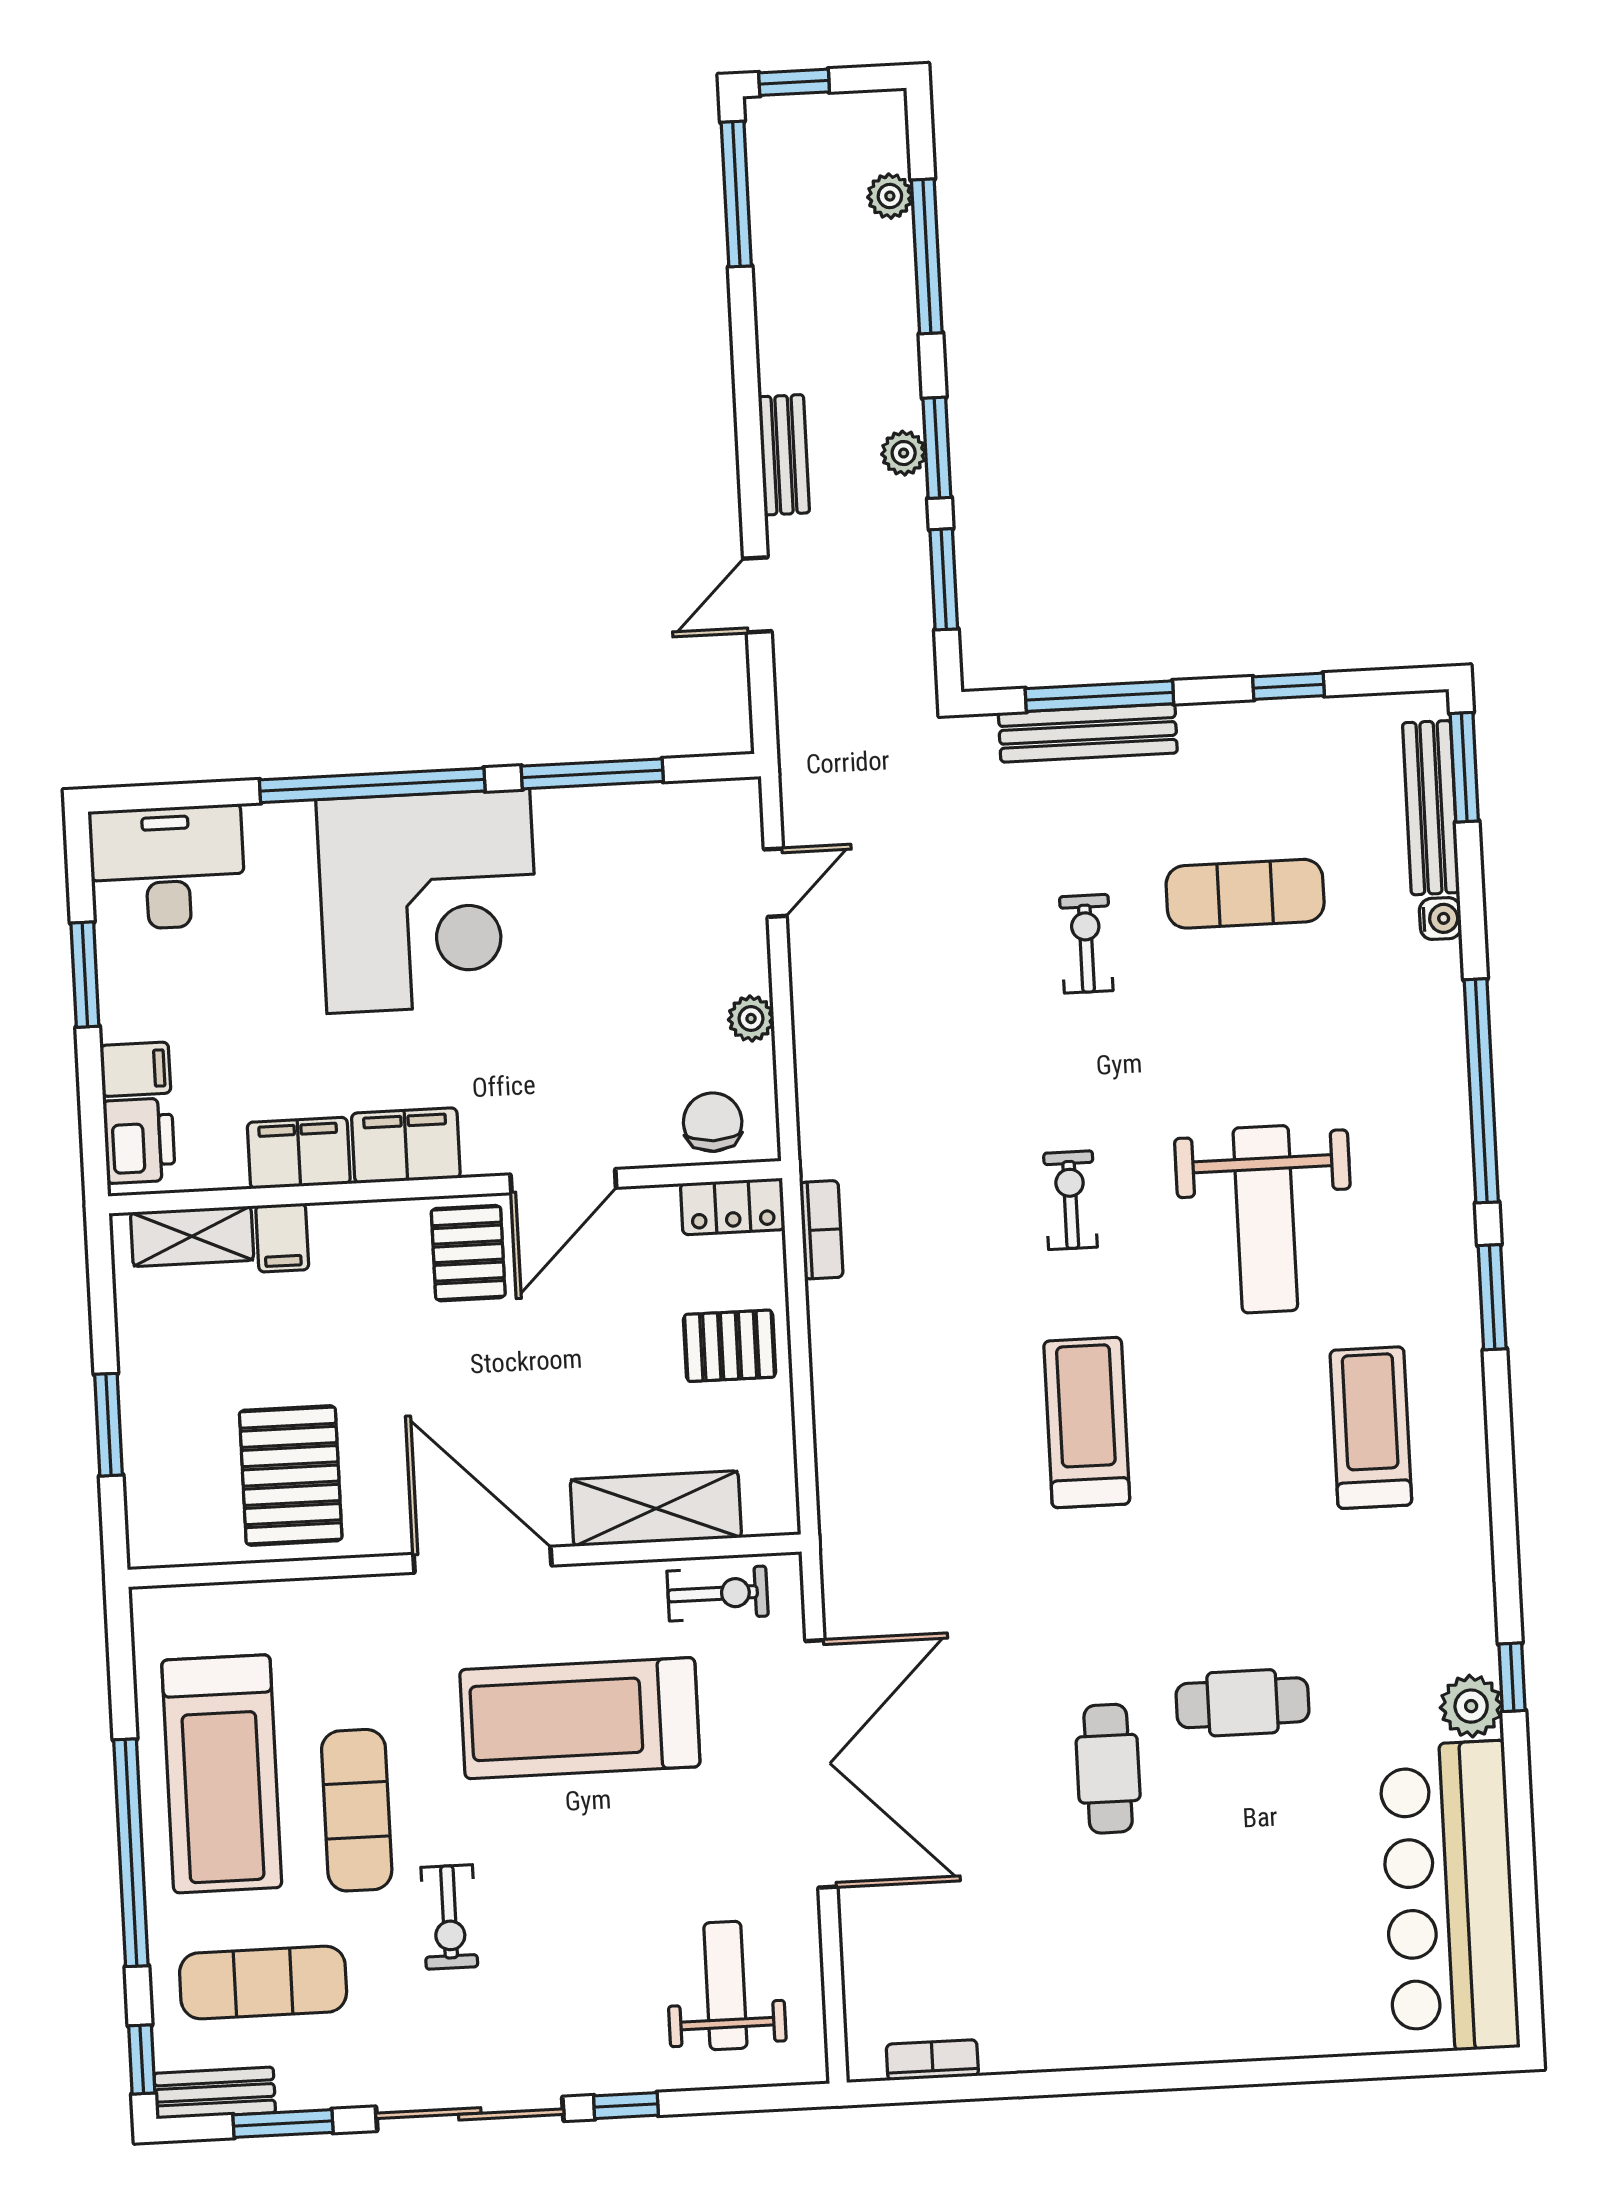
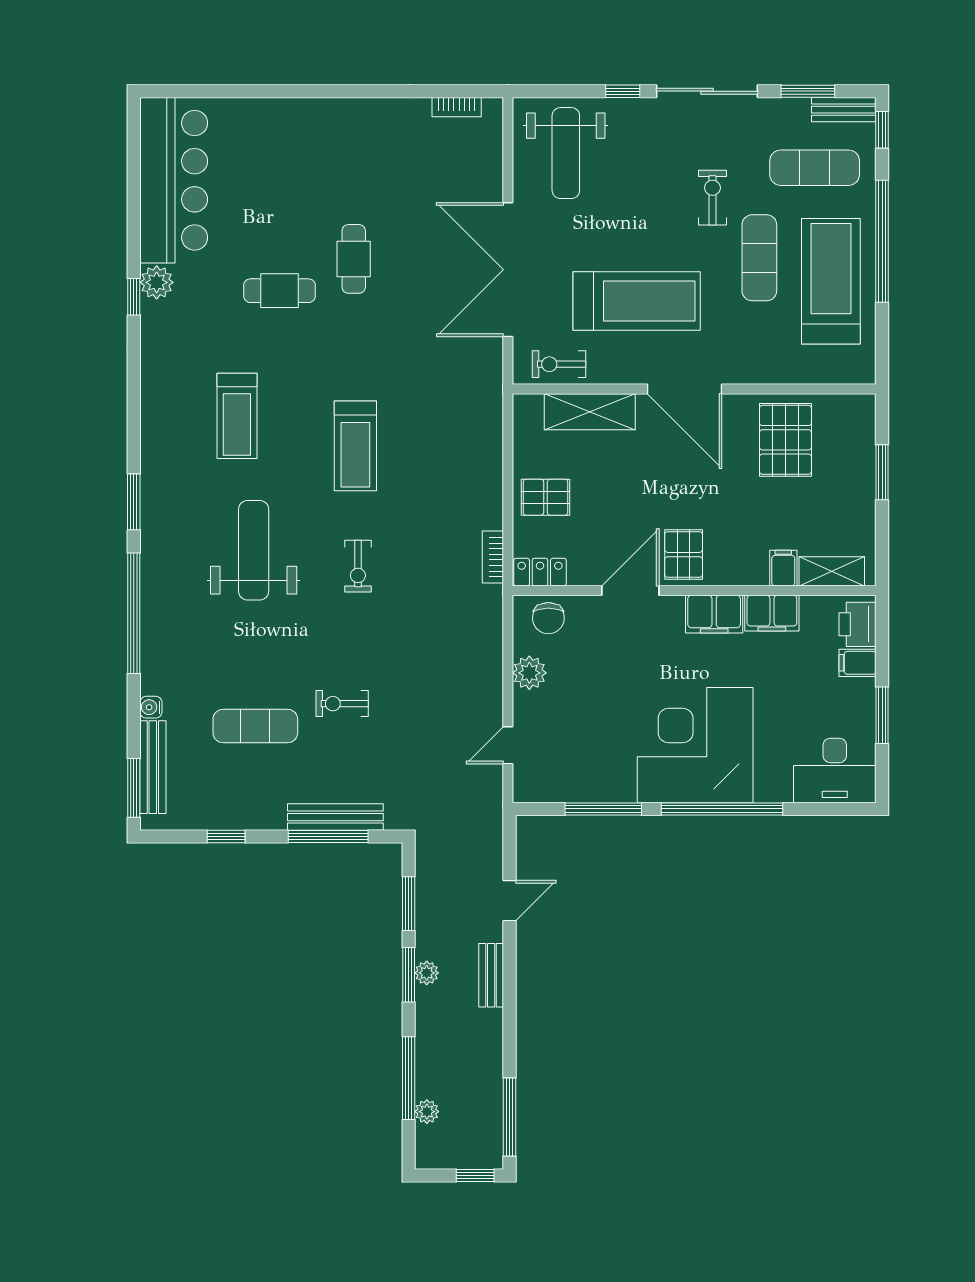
exercise bike: (1086, 944) -> (342, 704), turned 90
plant: (751, 1018) -> (529, 673), width x1.38, depth x1.38
treadmill: (1371, 1428) -> (237, 416), moved
weight bench: (725, 1985) -> (566, 153), width x1.36, depth x1.33

